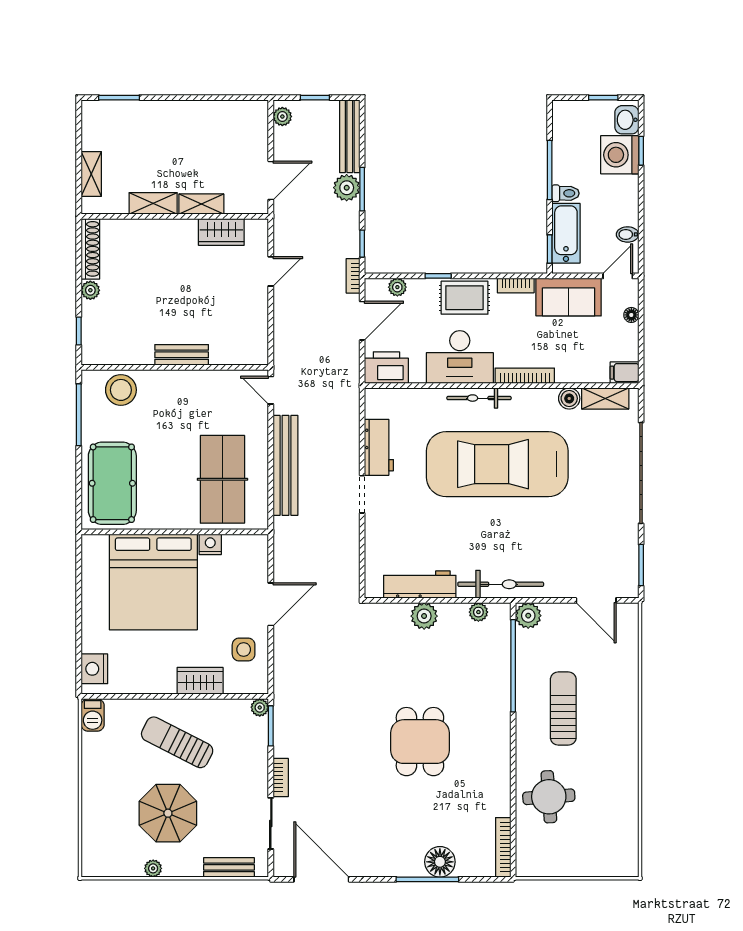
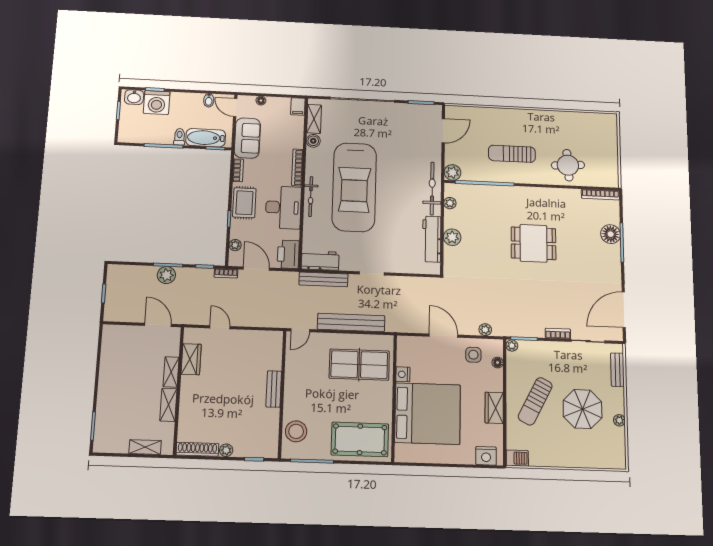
plant: (282, 117) -> (485, 330), moved
bench: (350, 136) -> (323, 279), moved
workbench: (379, 447) -> (320, 260), moved
wardrobe: (200, 681) -> (494, 408), moved
floor lamp: (233, 686) -> (498, 363), added

